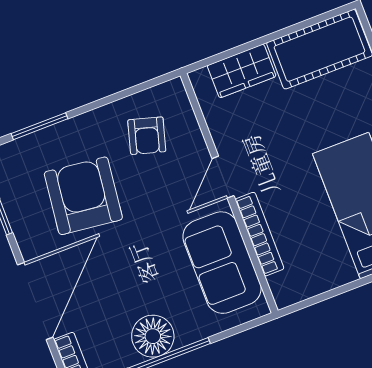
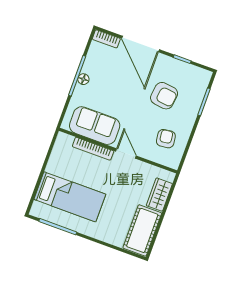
armchair: (147, 136) -> (166, 139), turned 67
armchair: (83, 196) -> (164, 96), width x0.73, depth x0.73
floor lamp: (153, 336) -> (83, 79), width x0.53, depth x0.53

